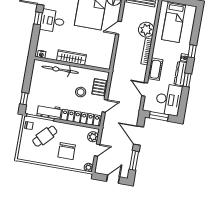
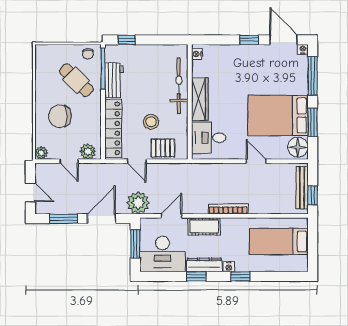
desk: (52, 21) -> (209, 138), moved, turned -90
plant: (146, 30) -> (138, 203), moved

